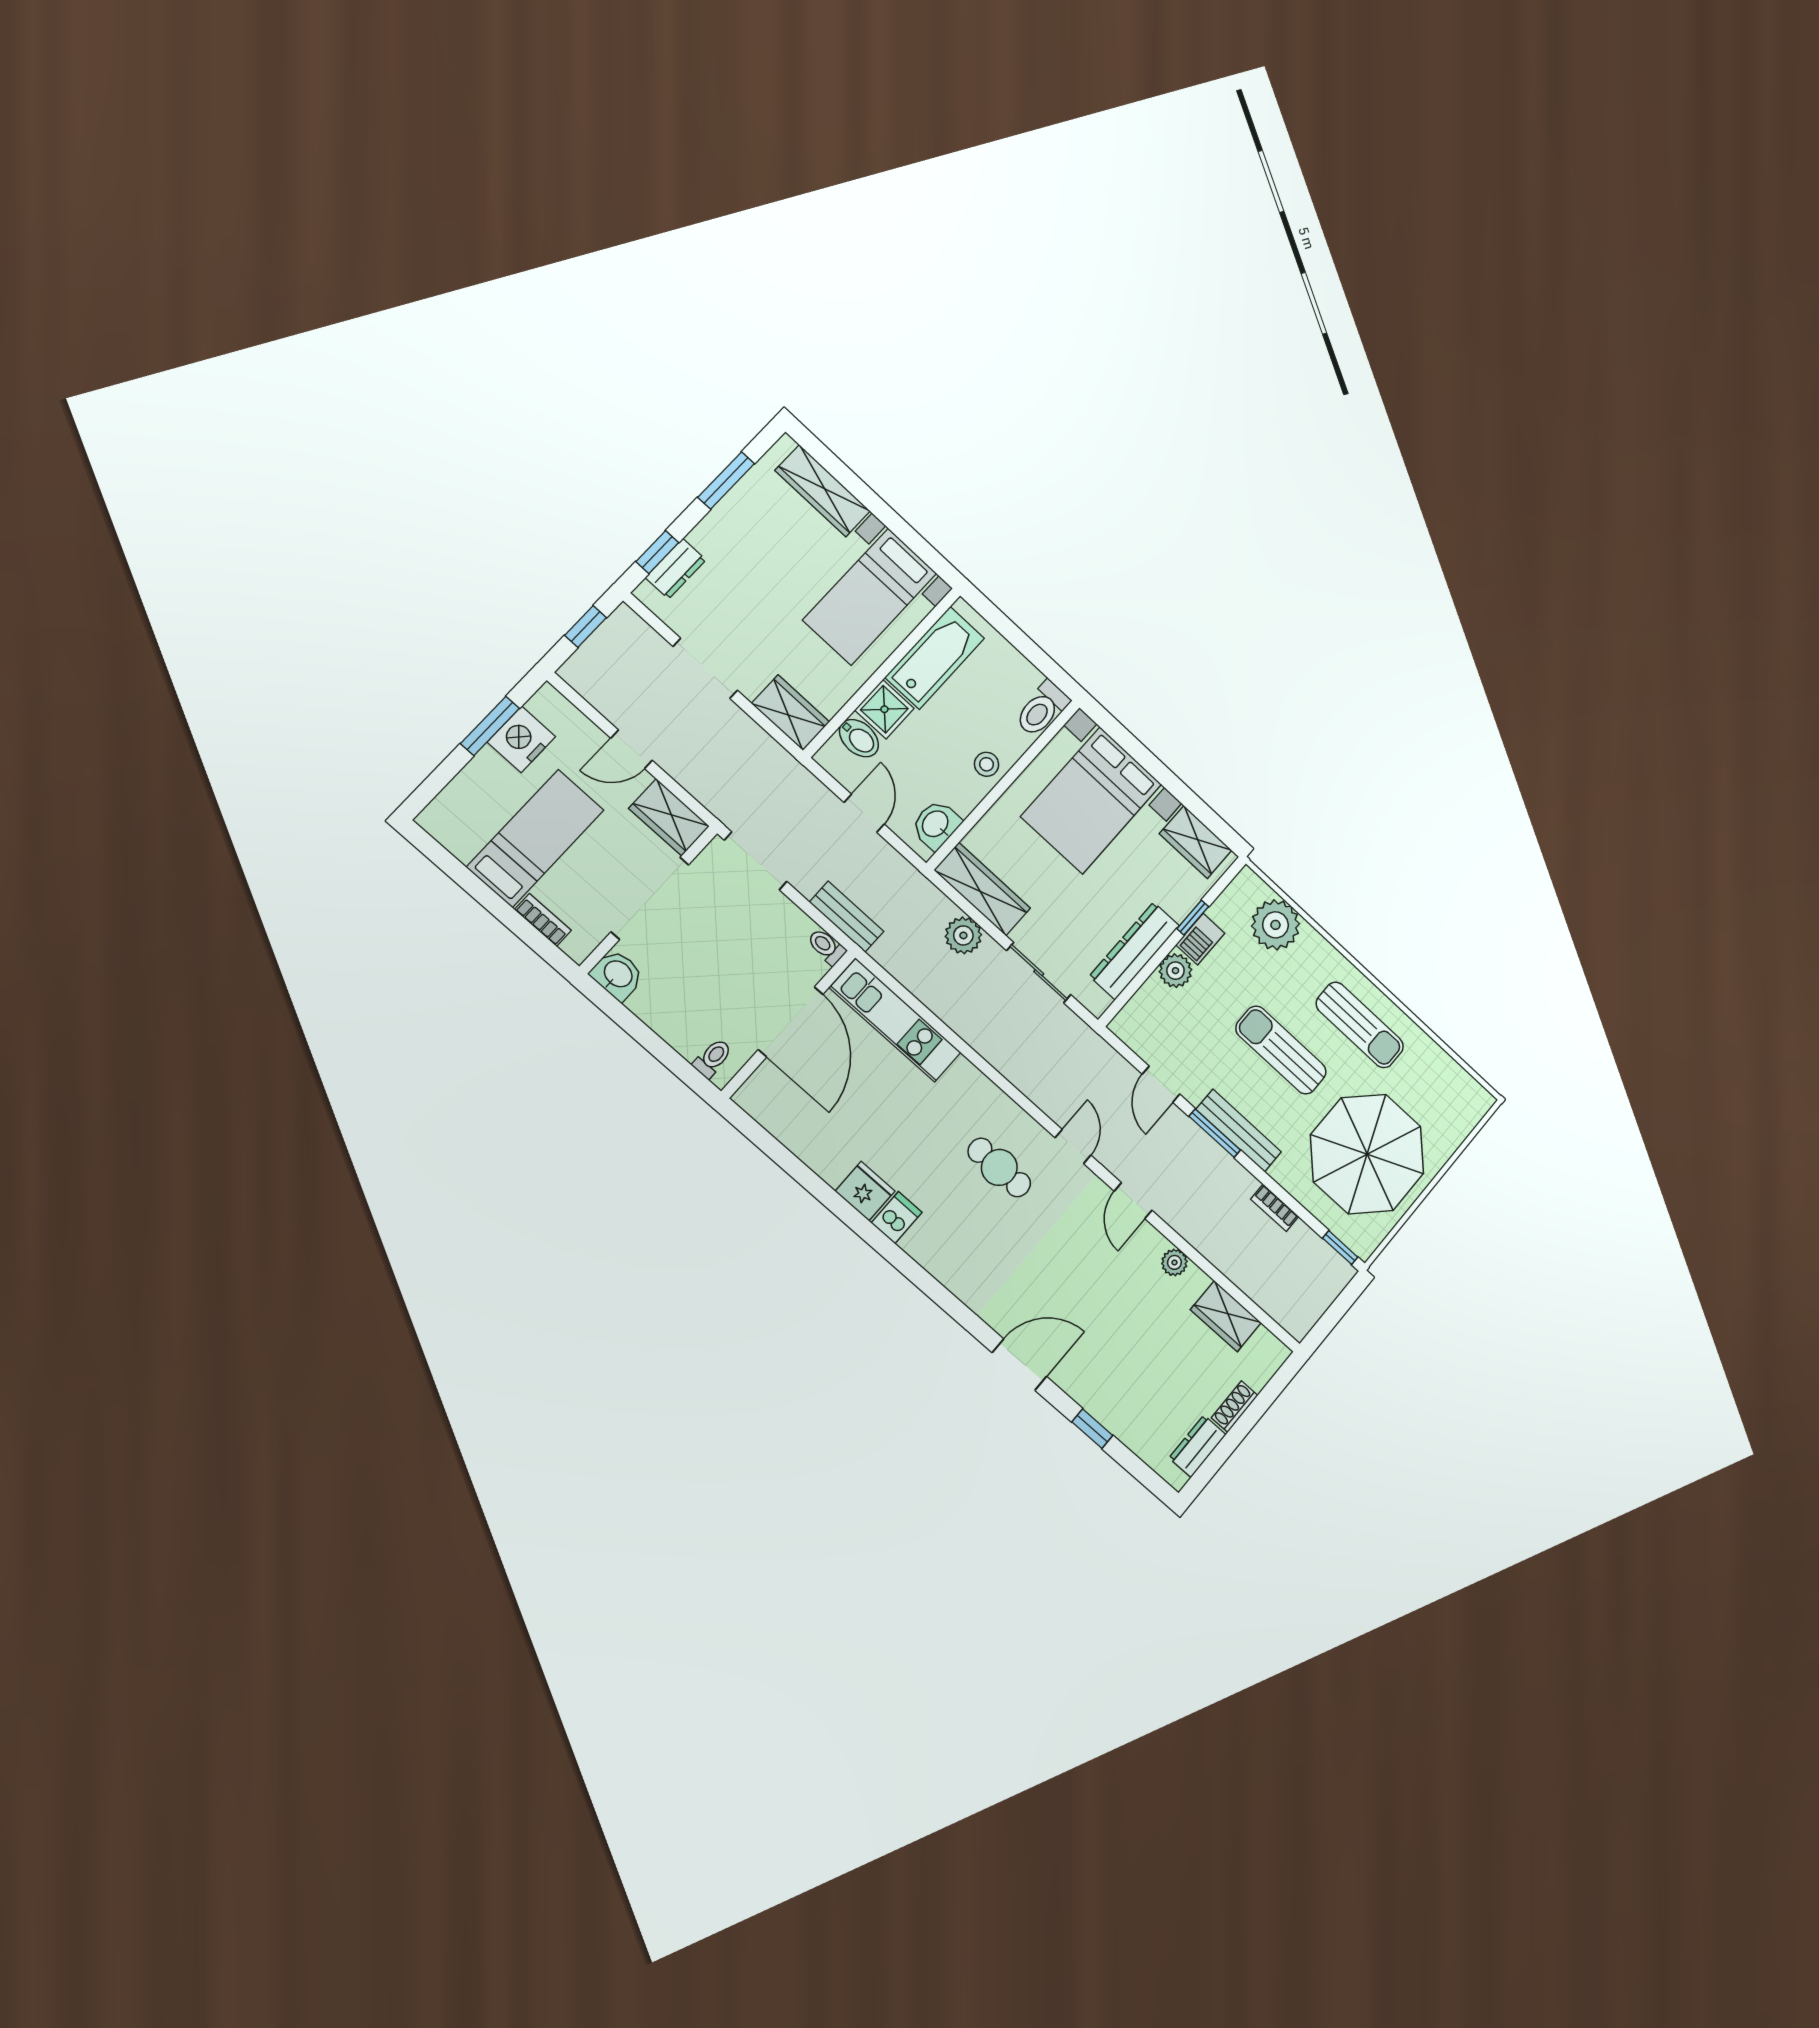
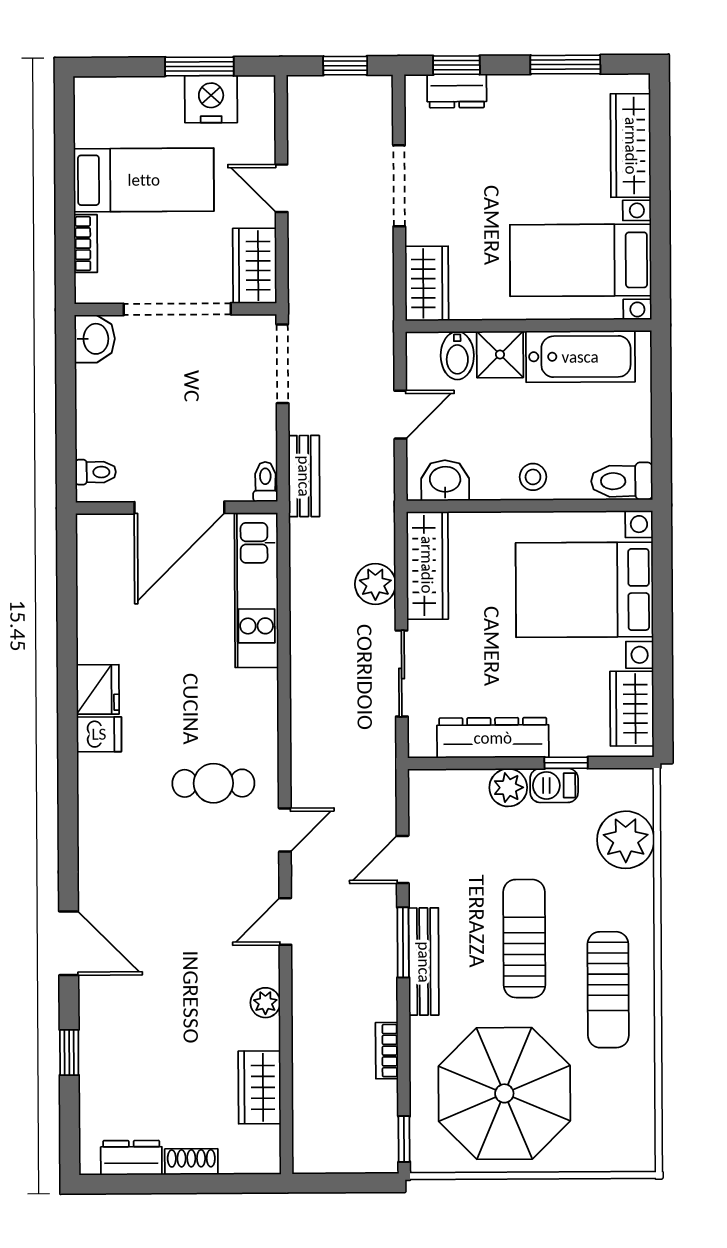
cafe table: (999, 1167) -> (213, 783), turned 90

